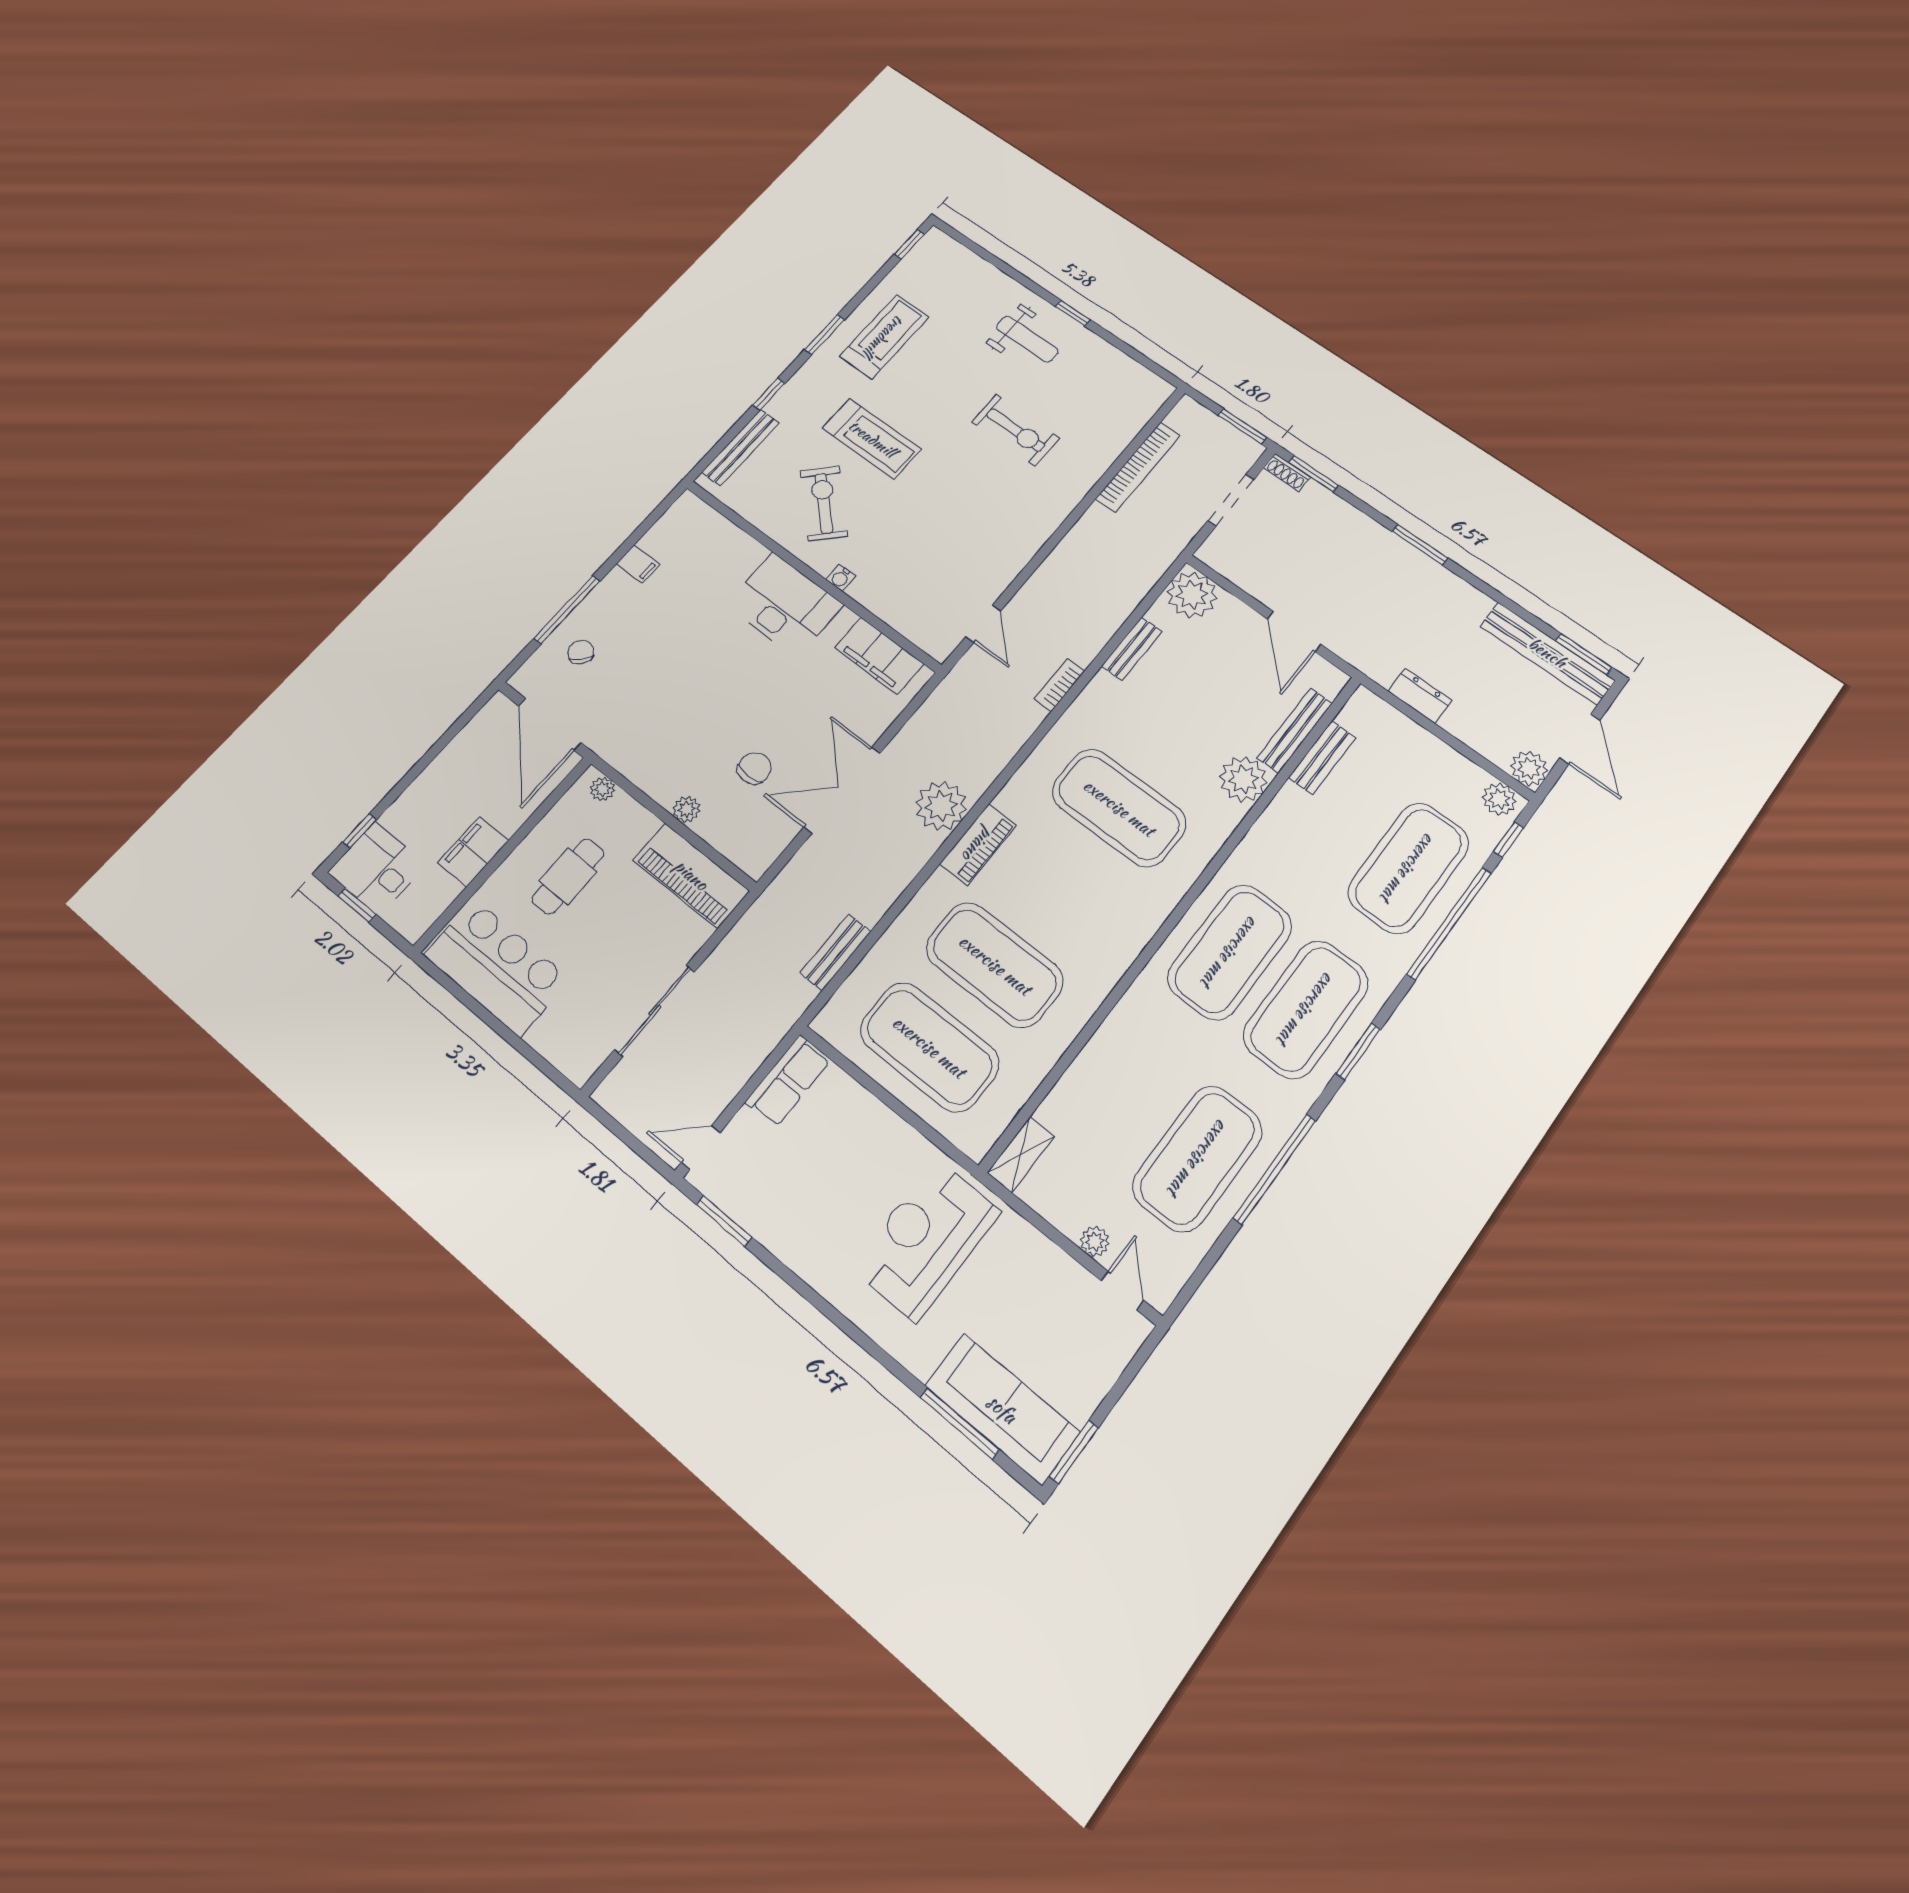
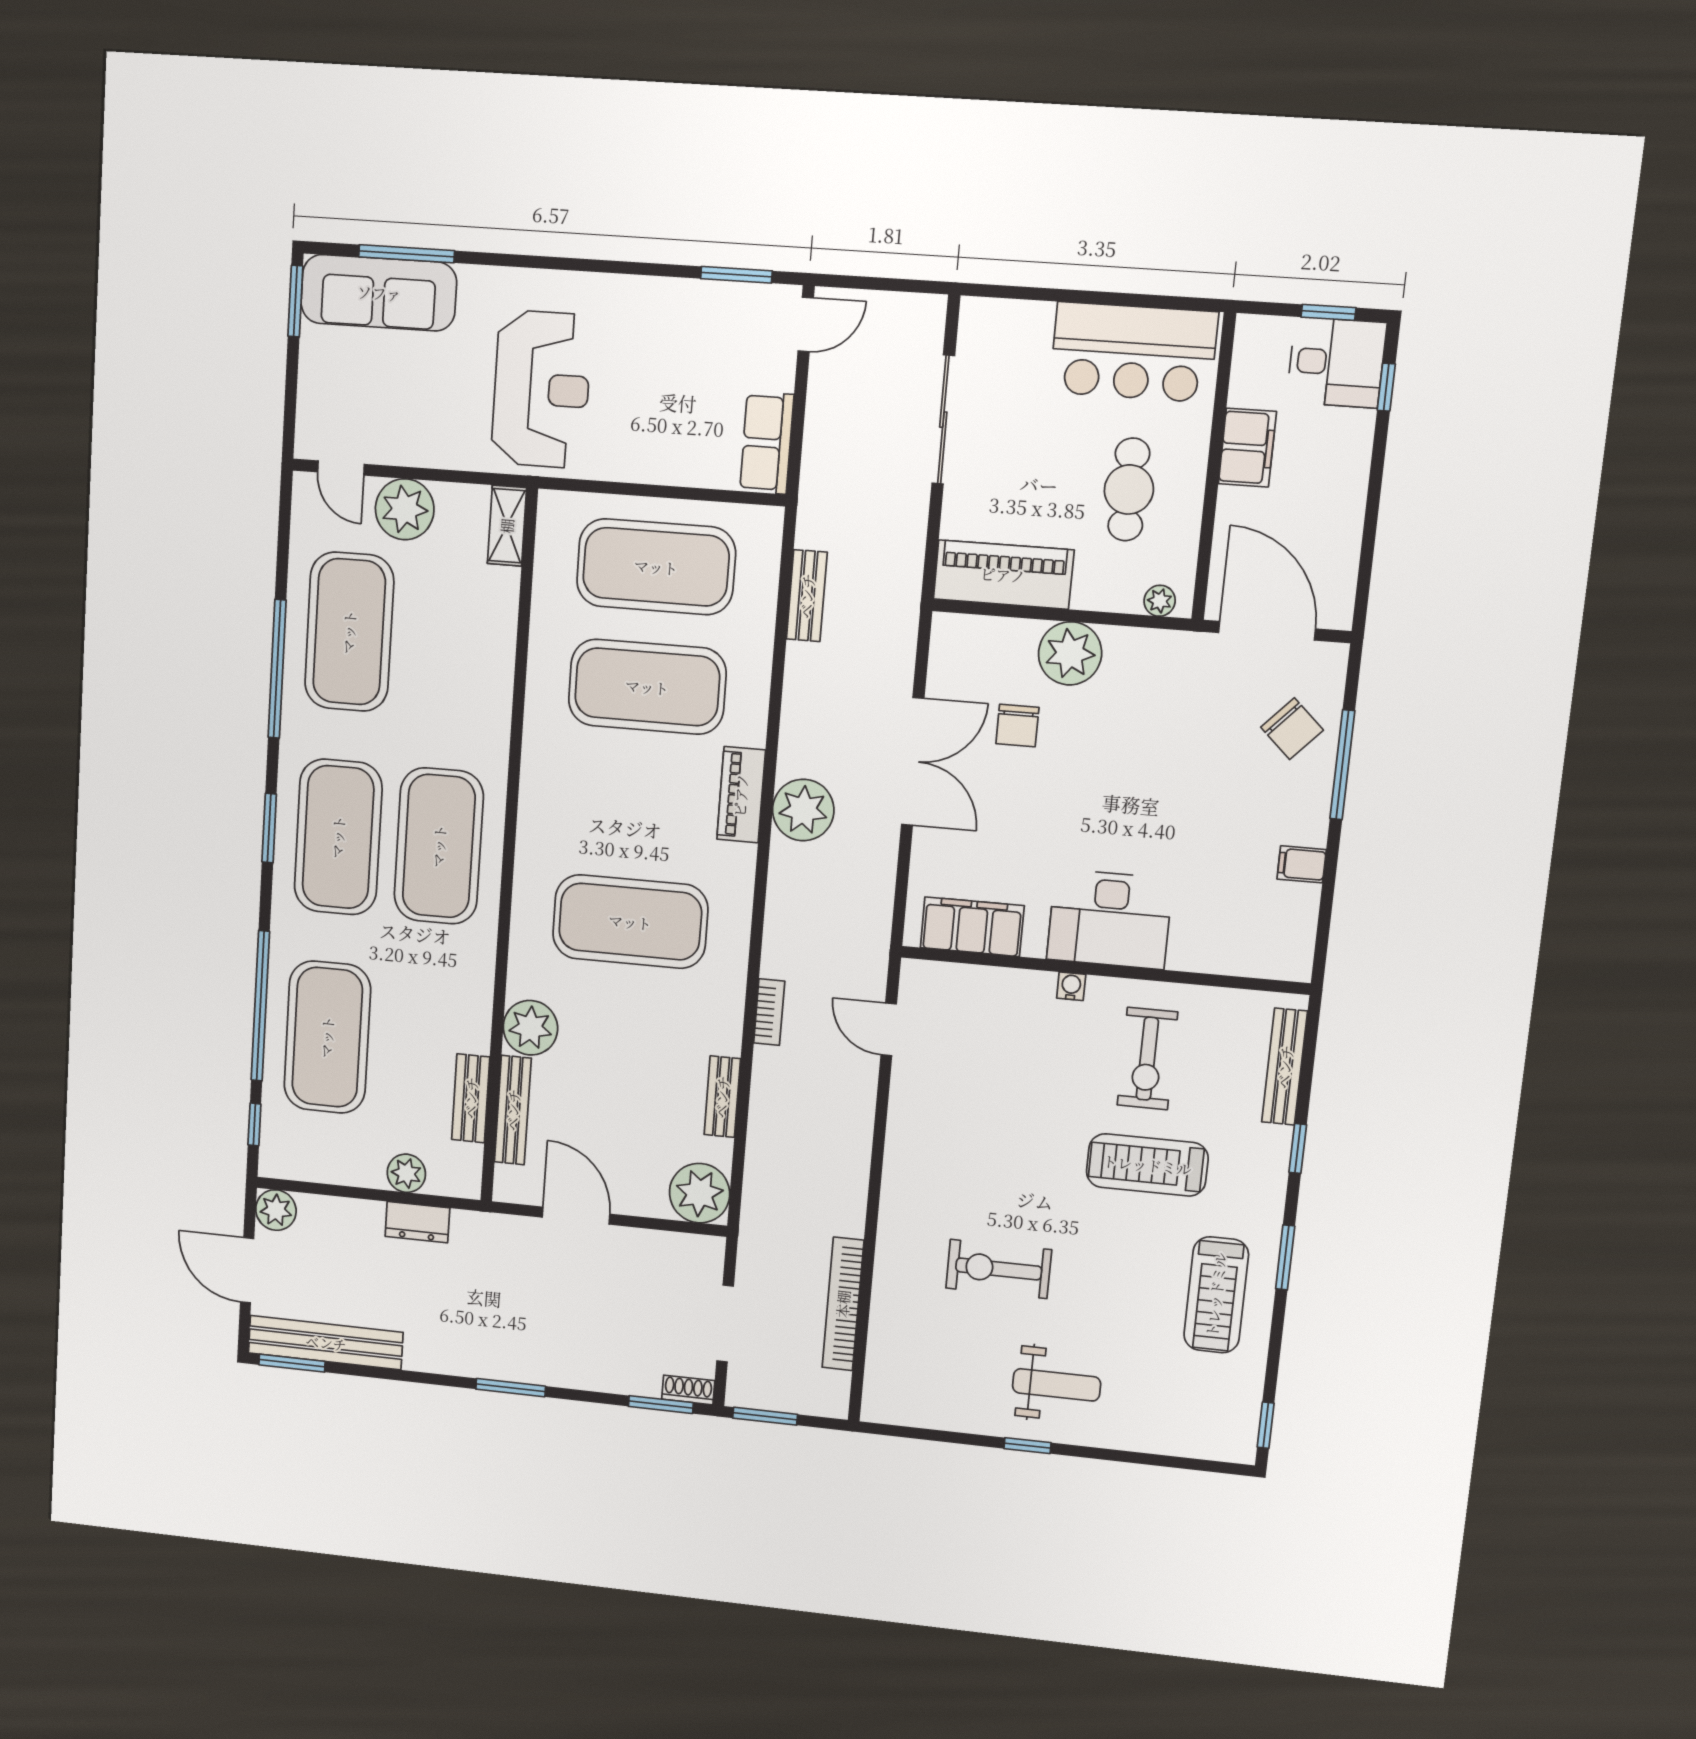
weight bench: (1027, 339) -> (1057, 1385), turned 180
exercise bike: (824, 503) -> (1147, 1059), turned 46
chair: (581, 652) -> (1292, 729), width x1.37, depth x1.37
plant: (1499, 799) -> (406, 1173), moved
plant: (686, 809) -> (1070, 653), width x1.88, depth x1.88
plant: (1095, 1241) -> (405, 509), width x1.88, depth x1.88

